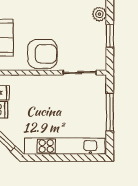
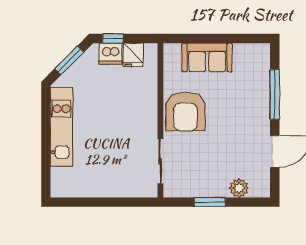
window: (110, 112) -> (107, 202), removed
kitchen unit: (65, 146) -> (61, 127), width x0.73

